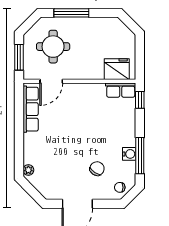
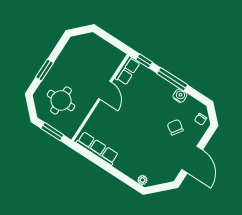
window: (71, 13) -> (44, 70), width x0.69
fridge: (117, 69) -> (110, 63), removed
door: (51, 81) -> (105, 90), moved
window: (140, 156) -> (172, 79), moved

